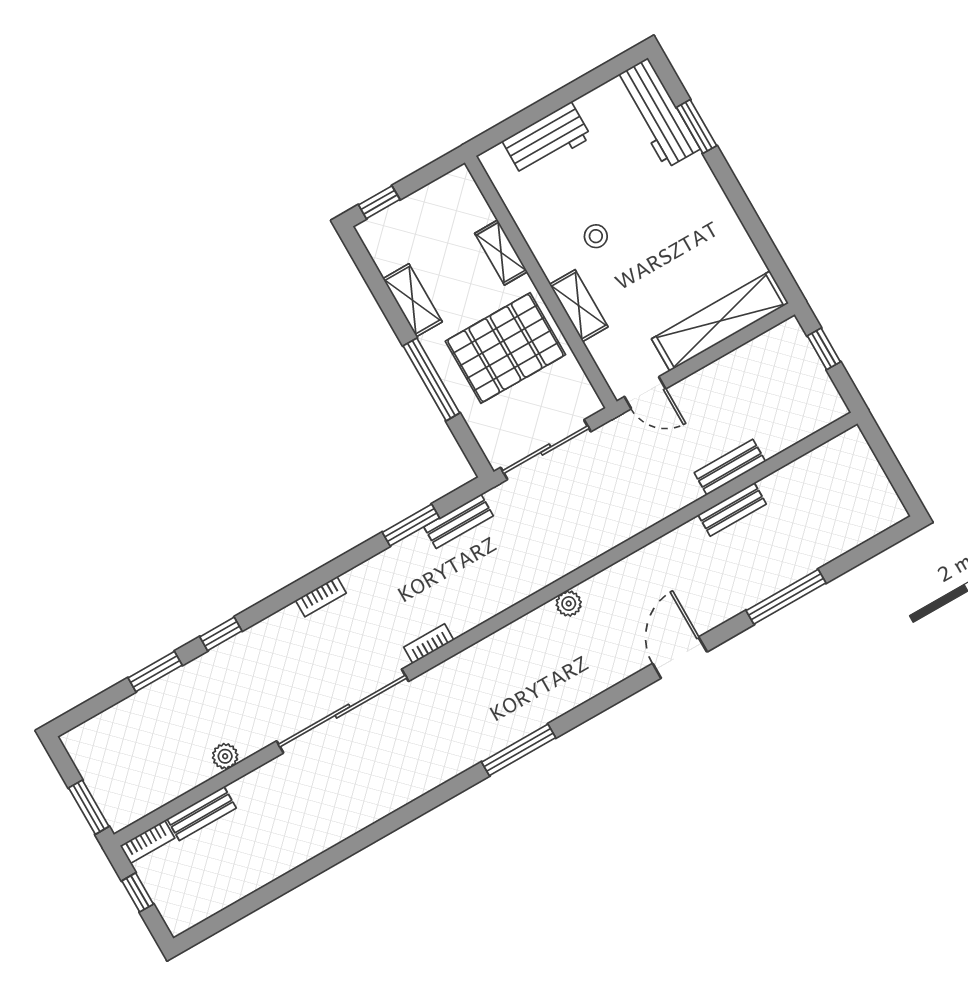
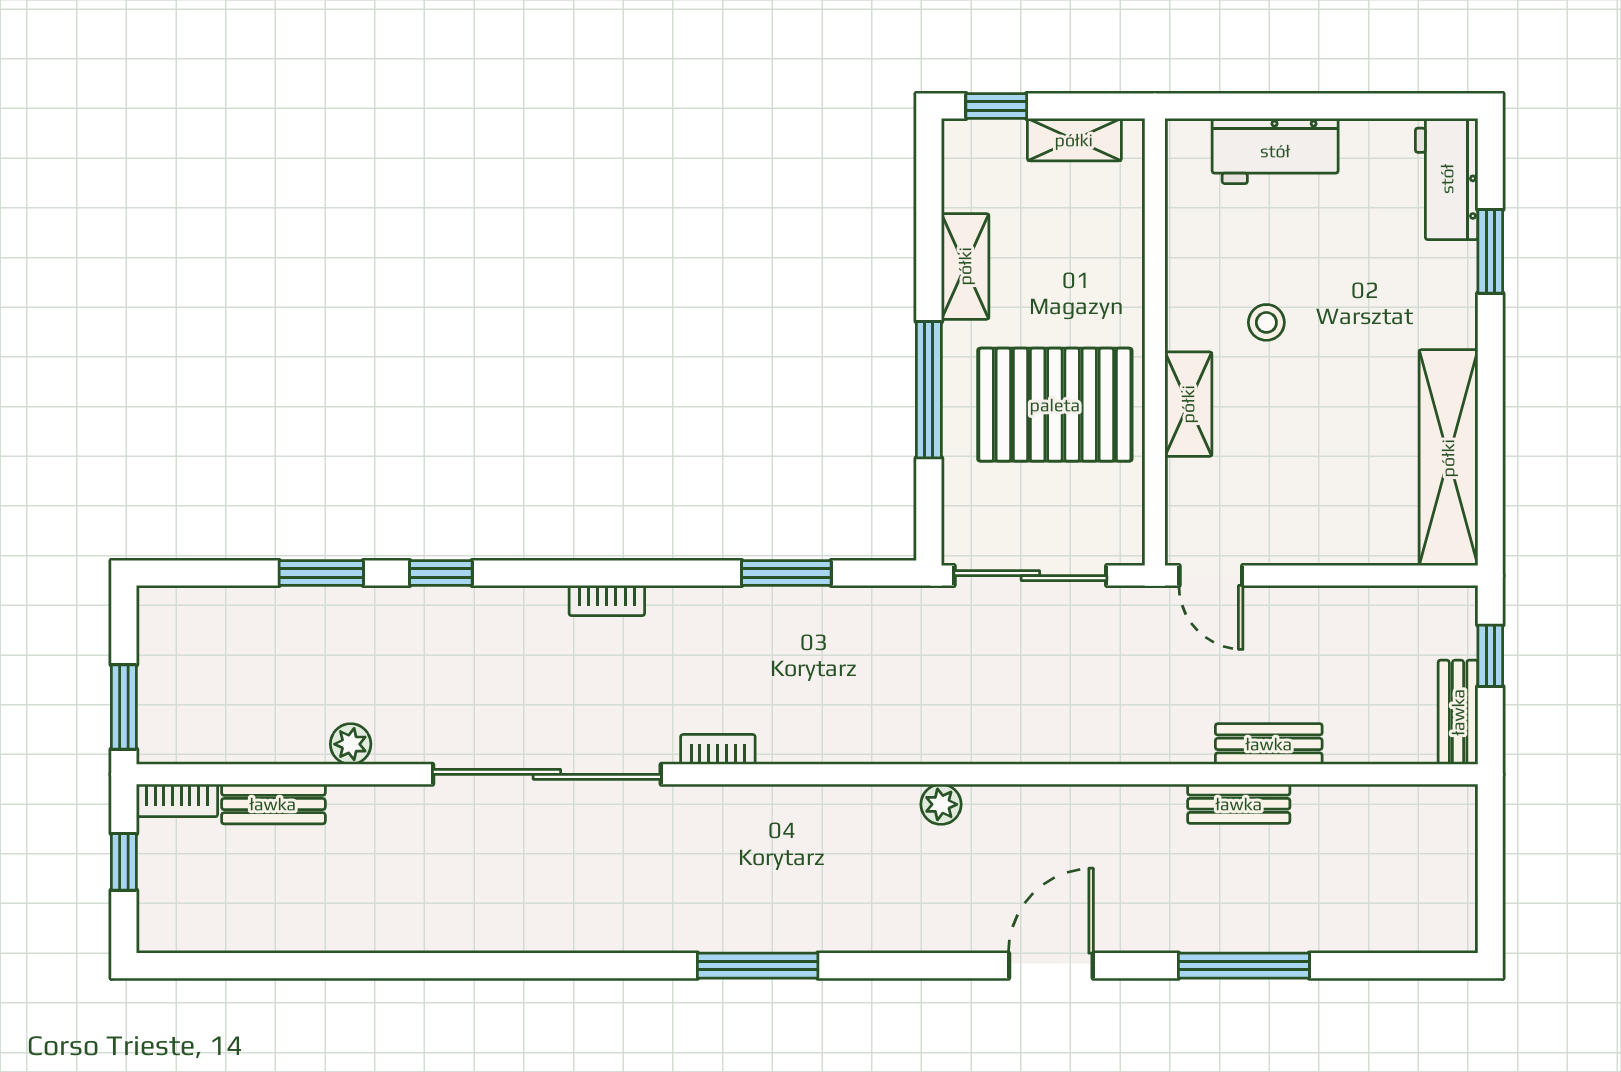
workbench: (657, 113) -> (1447, 179), width x0.73
shelving: (501, 252) -> (1074, 140), moved, turned 90
shelving: (720, 321) -> (1448, 458), moved, turned 90
bench: (459, 521) -> (1458, 712), moved, turned 90

